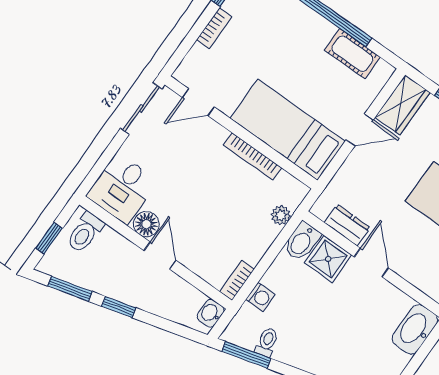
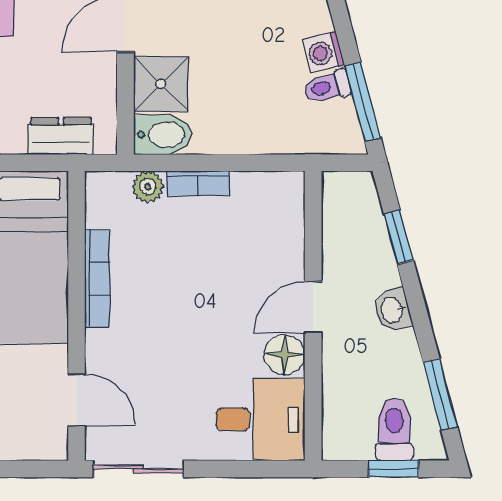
dresser: (347, 225) -> (61, 136), moved, turned 90
toilet: (85, 232) -> (394, 430), moved, turned -90
bookcase: (237, 280) -> (198, 183), moved
washing machine: (260, 297) -> (323, 52), moved, turned -105
window: (119, 307) -> (399, 237), moved
washbasin: (211, 313) -> (392, 310), moved, turned 75

